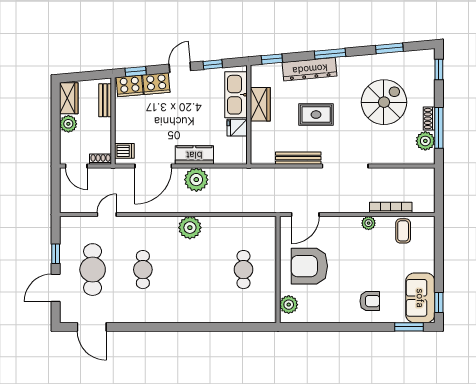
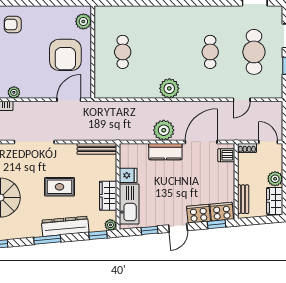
plant: (257, 71) -> (110, 225), added
bench: (298, 158) -> (97, 149), moved
armchair: (309, 266) -> (65, 55), turned 90

